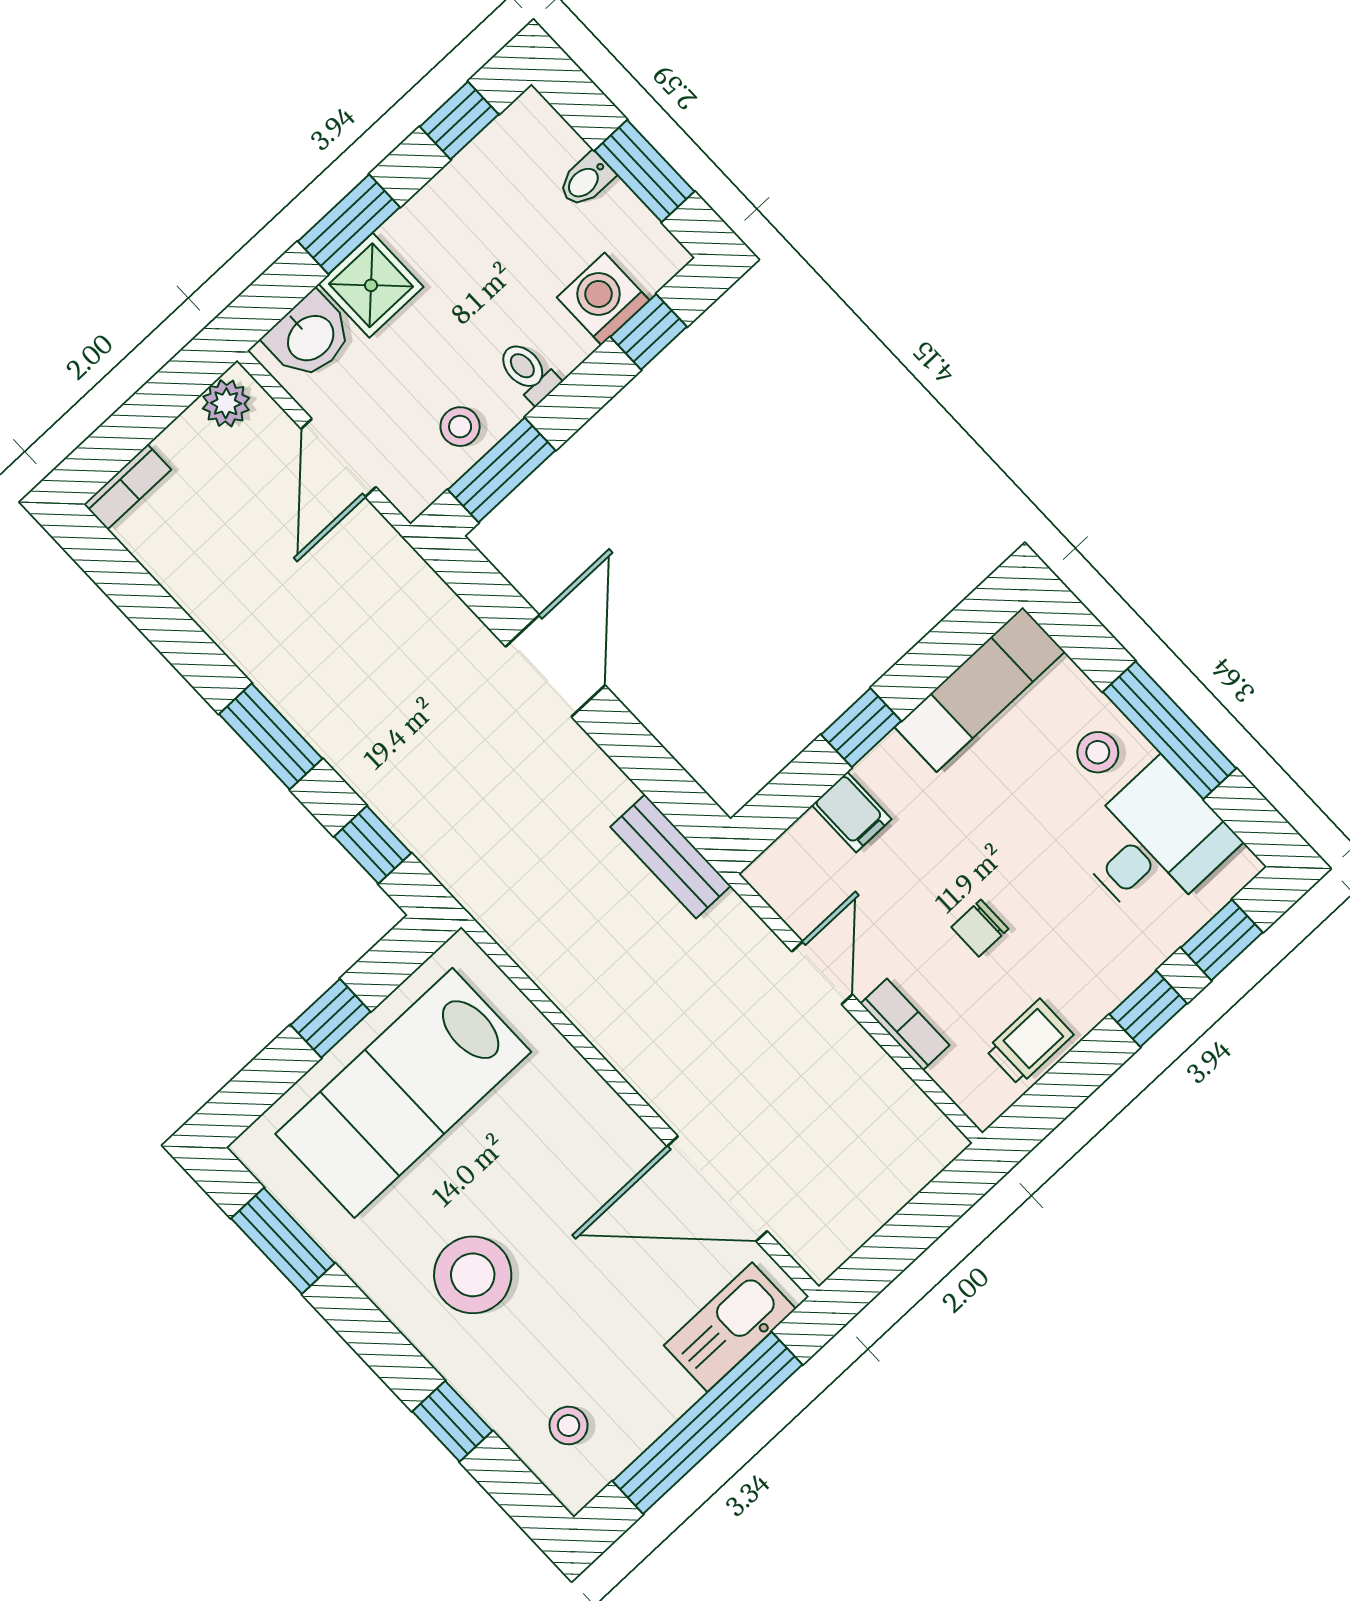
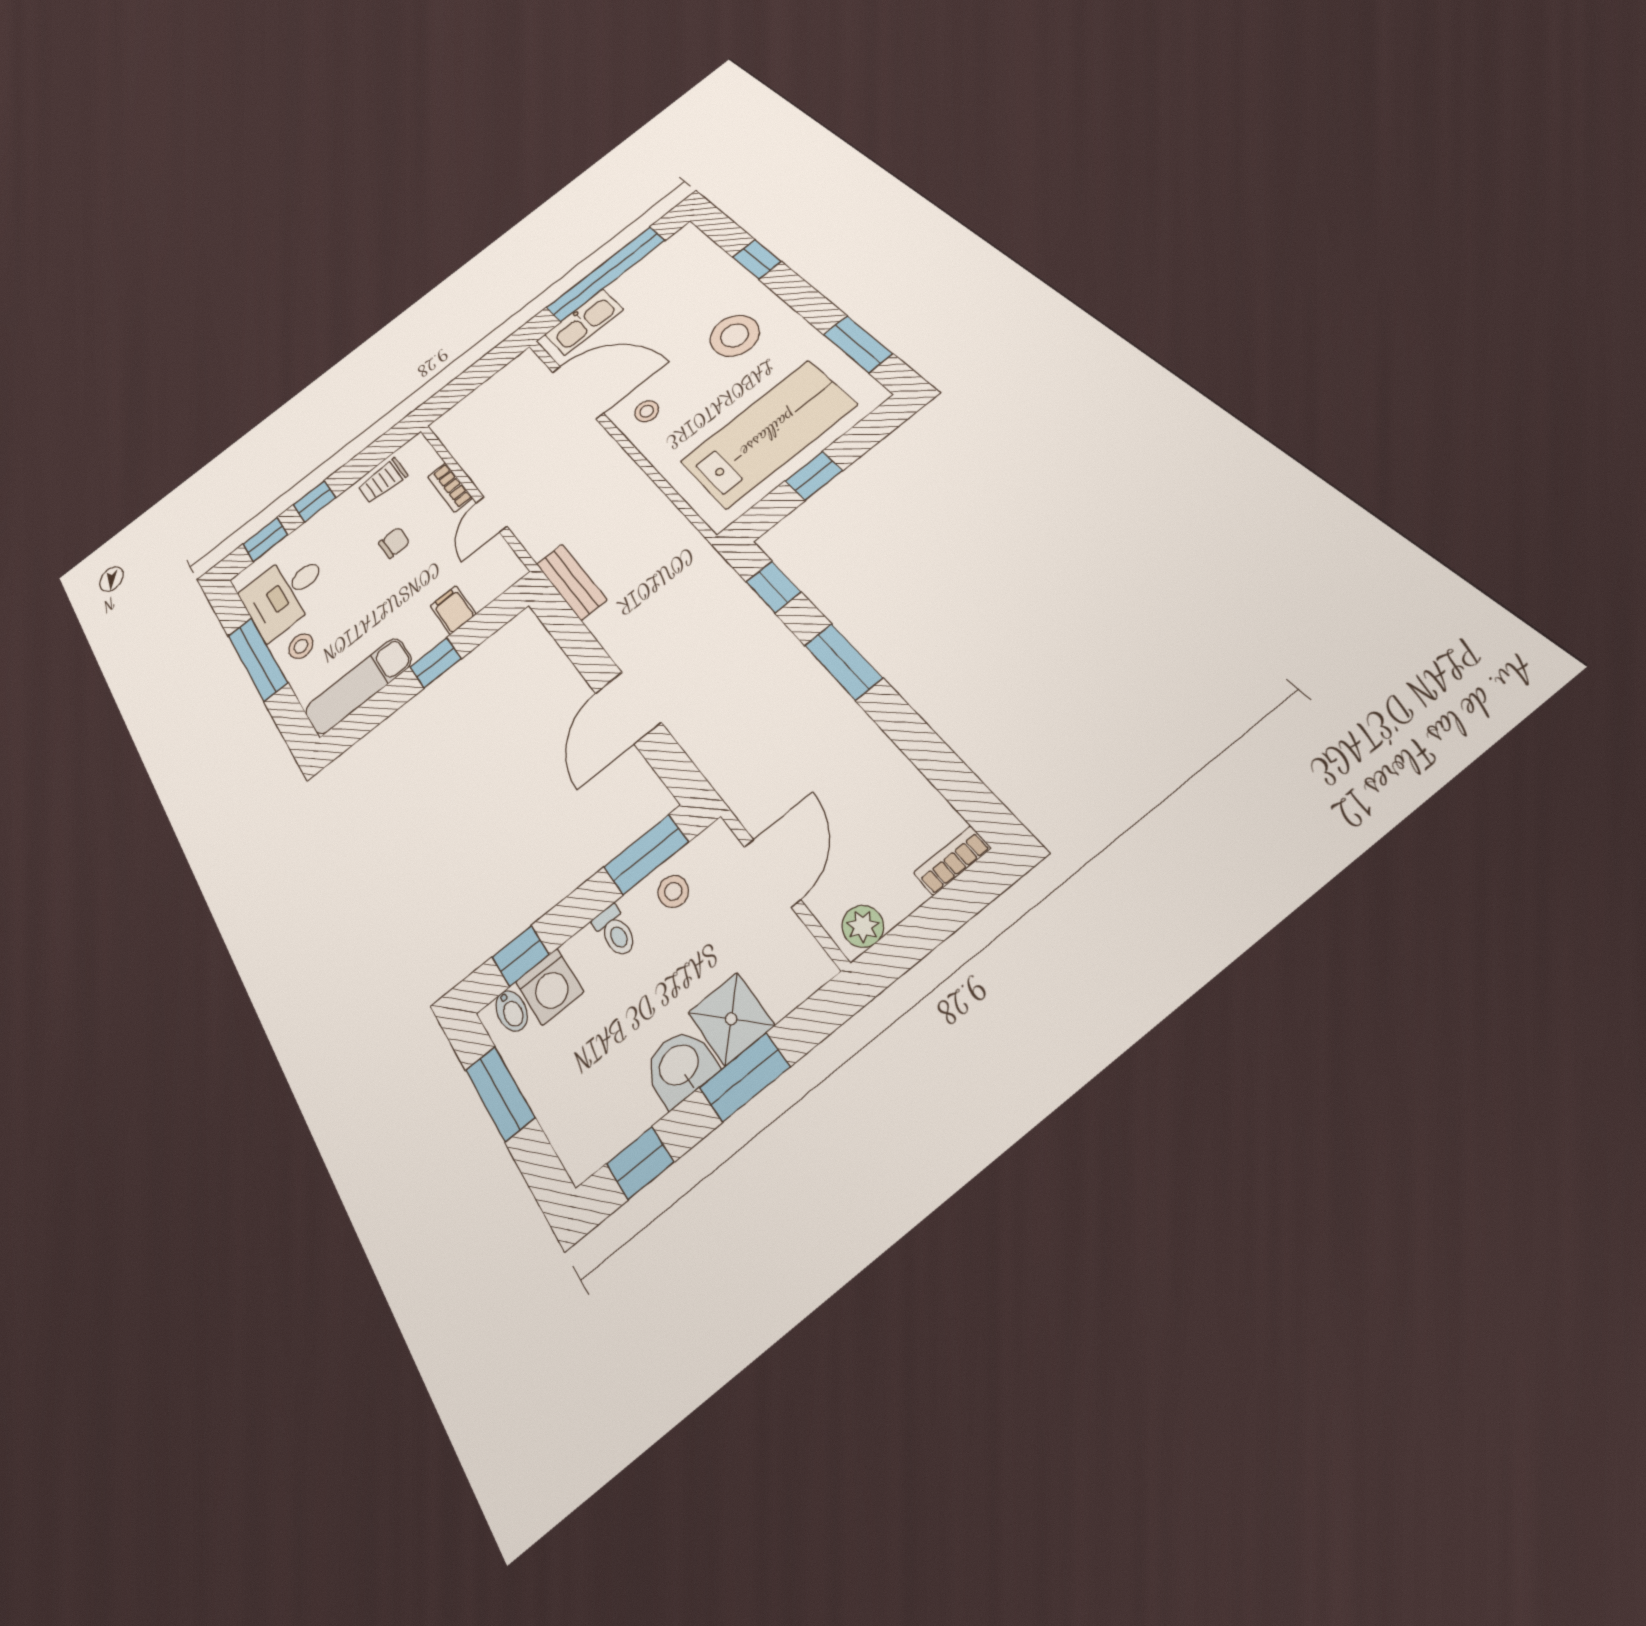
bidet: (586, 180) -> (512, 1011), moved, turned 90
washbasin: (309, 337) -> (680, 1066), moved
stool: (569, 1425) -> (647, 411), moved

